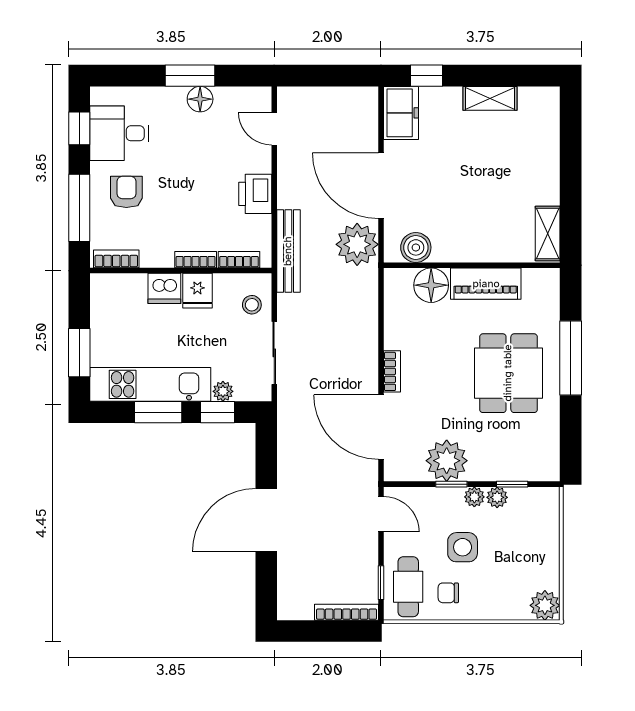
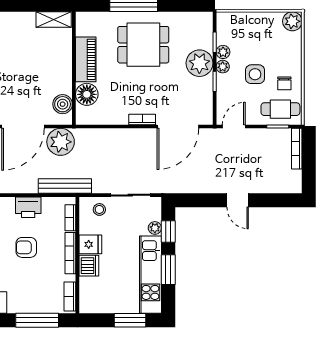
armchair: (126, 192) -> (26, 247), moved
bookcase: (196, 260) -> (70, 253), width x1.56
plant: (447, 461) -> (199, 63), moved
door: (266, 520) -> (238, 200), width x0.53

